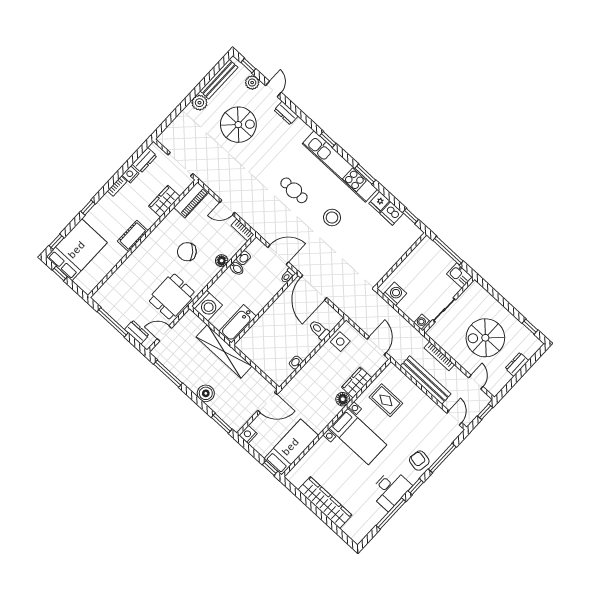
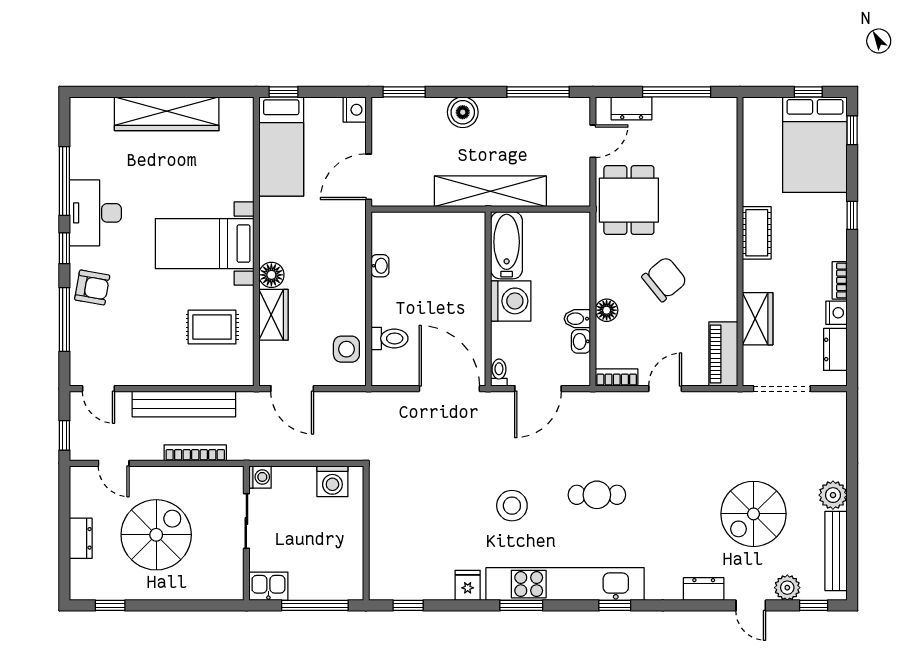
dishwasher: (392, 213) -> (437, 585), removed
washing machine: (207, 306) -> (511, 301), moved, turned 180

